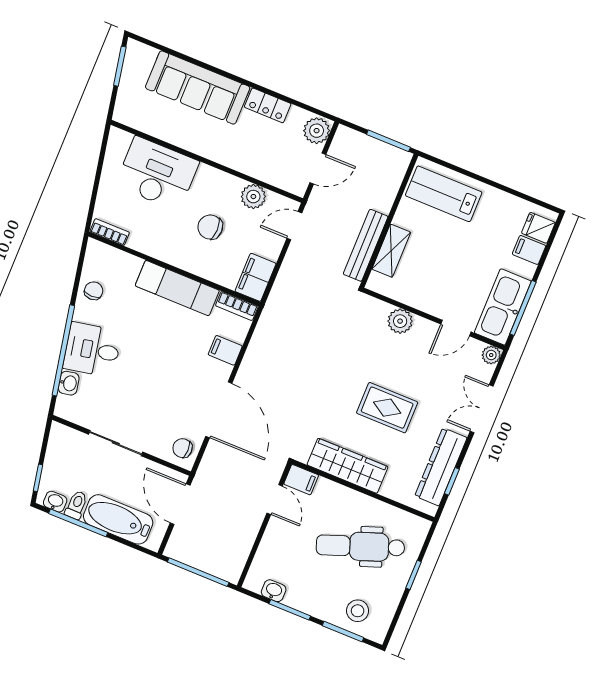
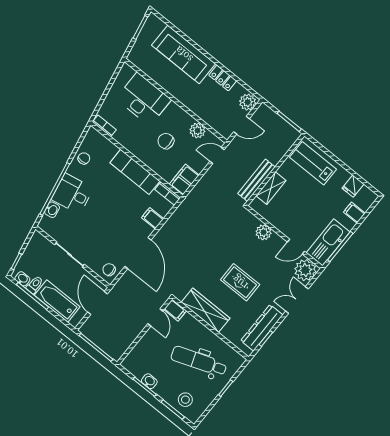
fridge: (538, 228) -> (353, 186), moved, turned -90
plant: (491, 355) -> (305, 270), width x1.87, depth x1.87
washbasin: (274, 591) -> (149, 381), moved

